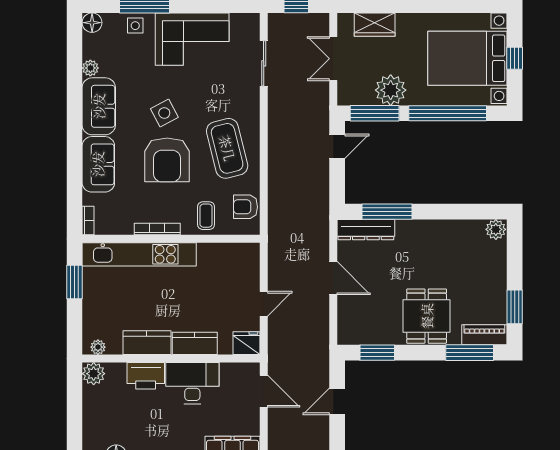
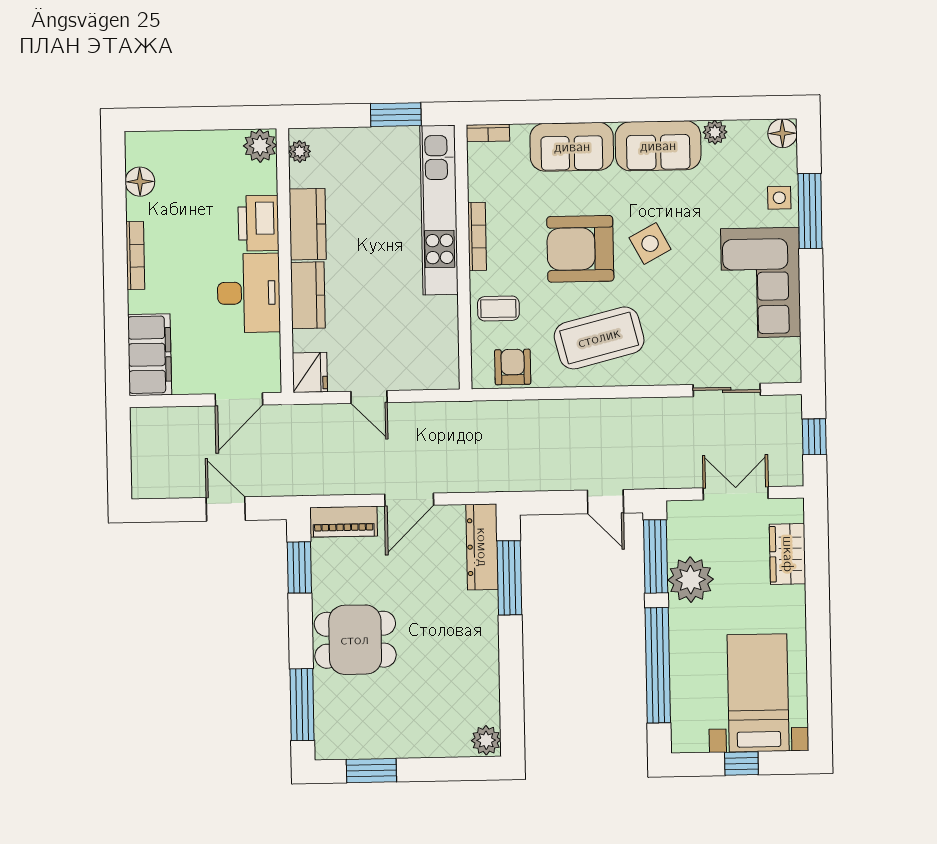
bed with nightstands: (467, 58) -> (758, 693), width x0.73
piano: (484, 335) -> (344, 522), moved, turned 90

